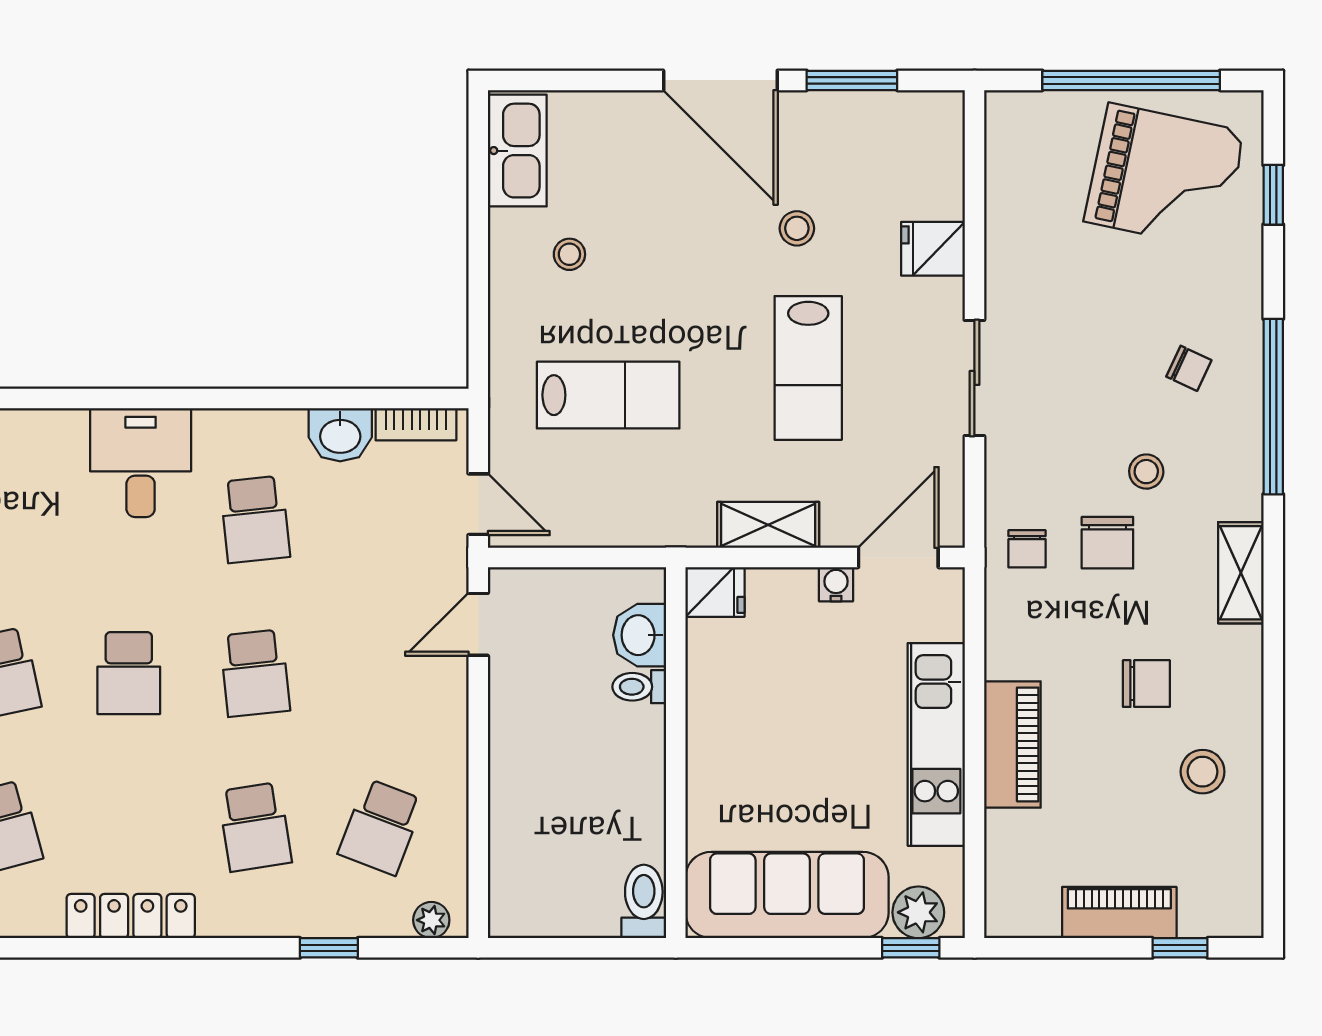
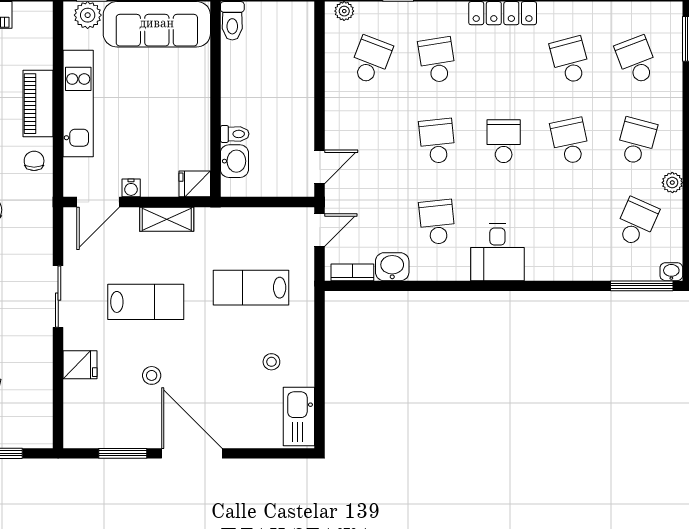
lab bench: (808, 368) -> (146, 302), turned 90
door: (478, 504) -> (320, 230), swing flipped
chair: (1027, 549) -> (34, 161), moved

